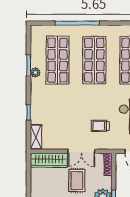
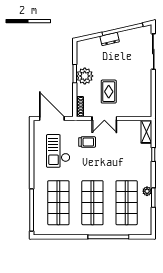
double door: (81, 151) -> (104, 119), swing flipped
wardrobe: (49, 160) -> (135, 110), removed

